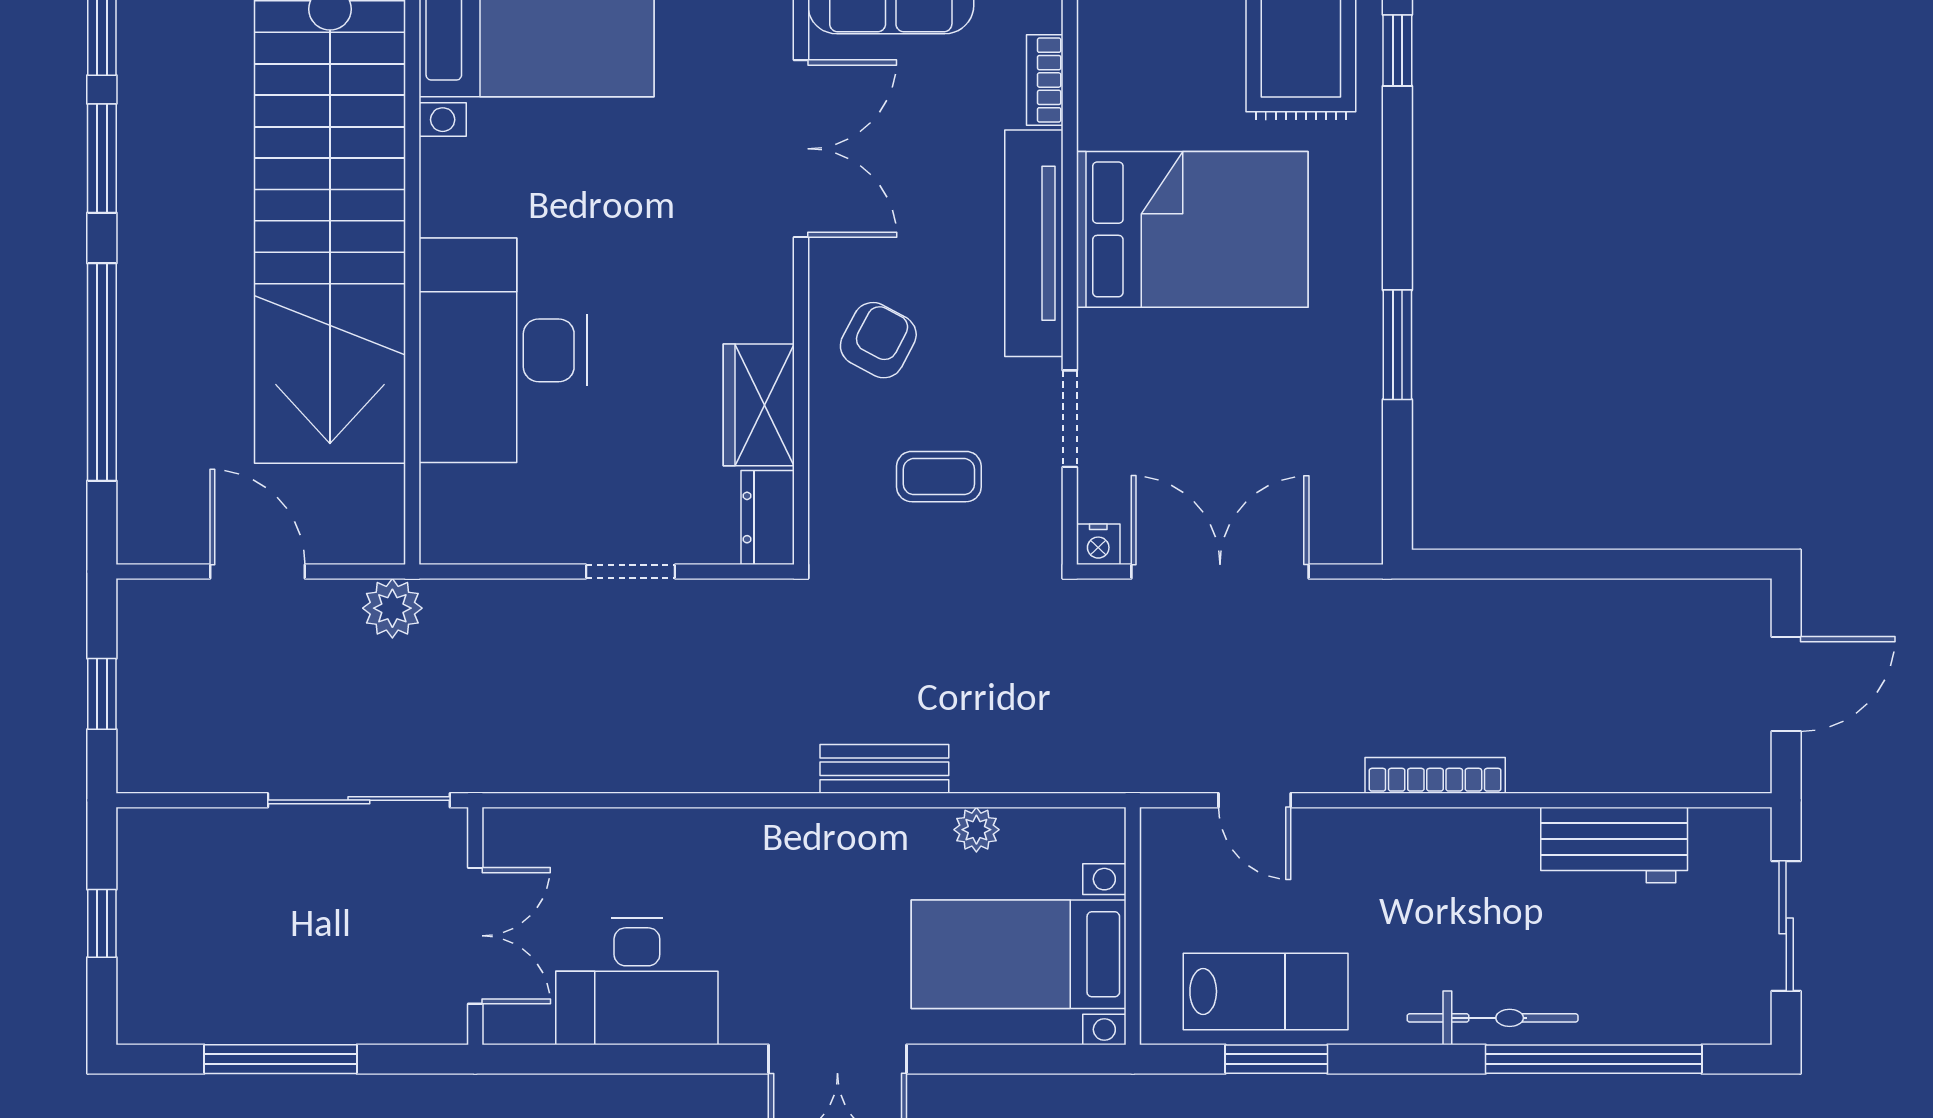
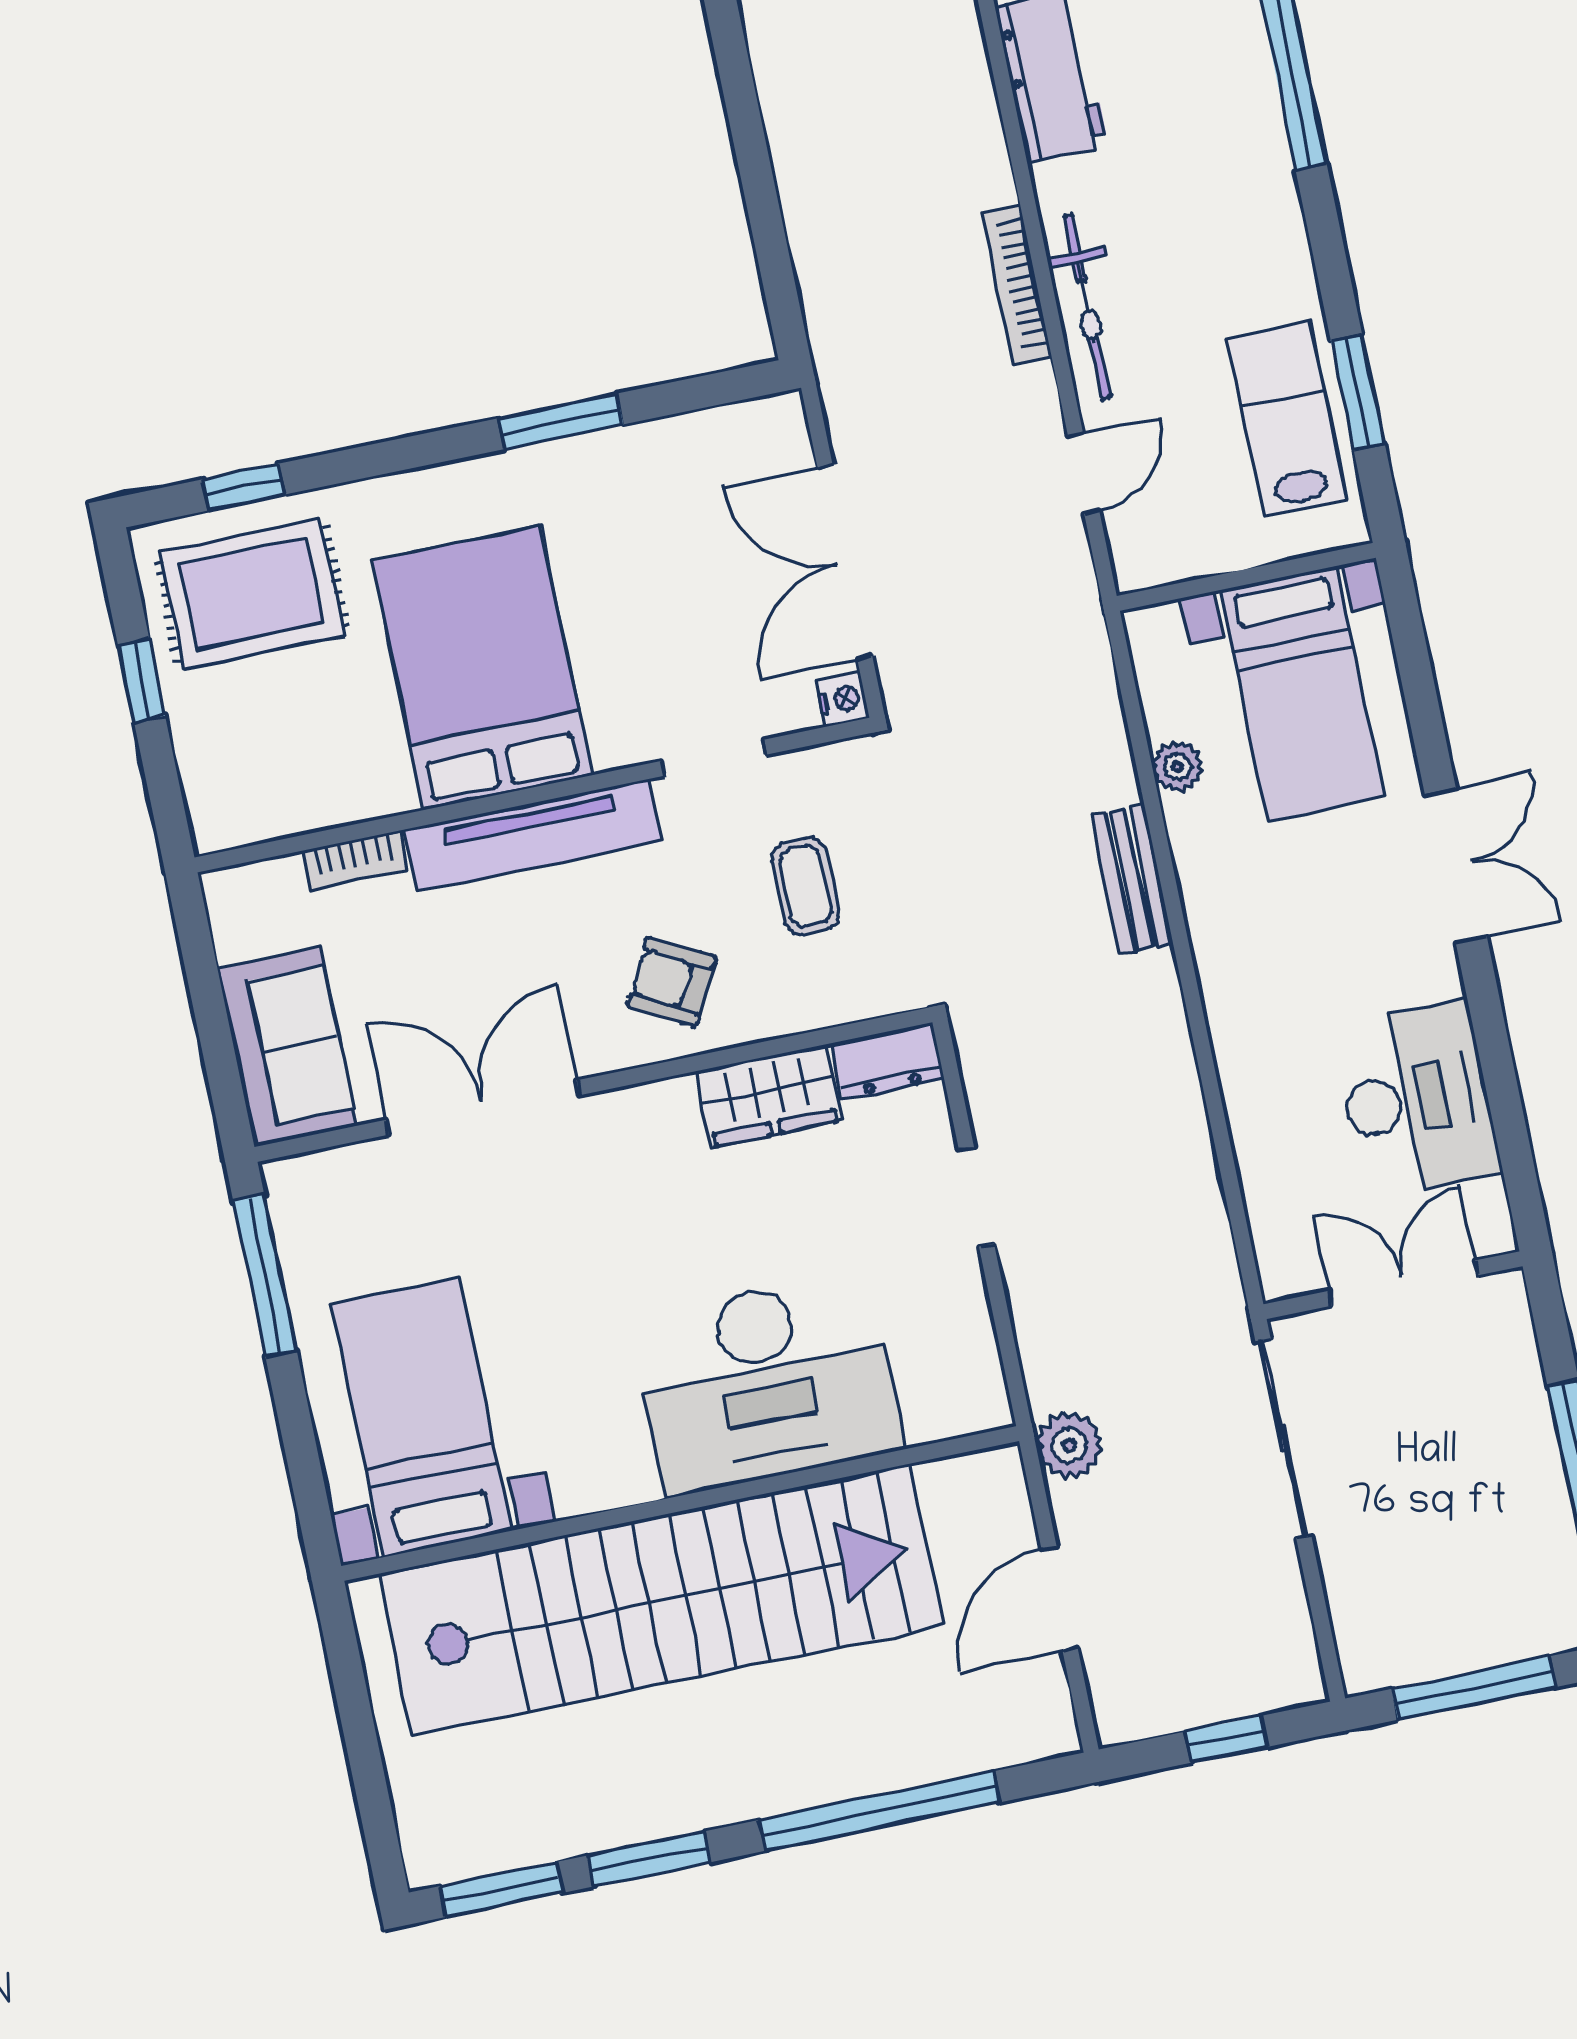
window: (102, 923) -> (1474, 1688), width x2.17
bicycle: (1493, 1018) -> (1087, 306), moved, turned 180

